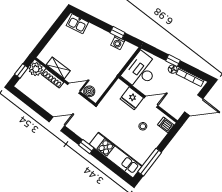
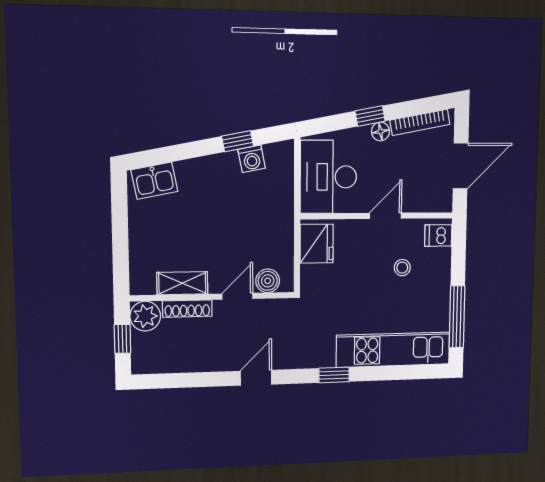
fridge: (132, 98) -> (317, 244), moved, turned -90

